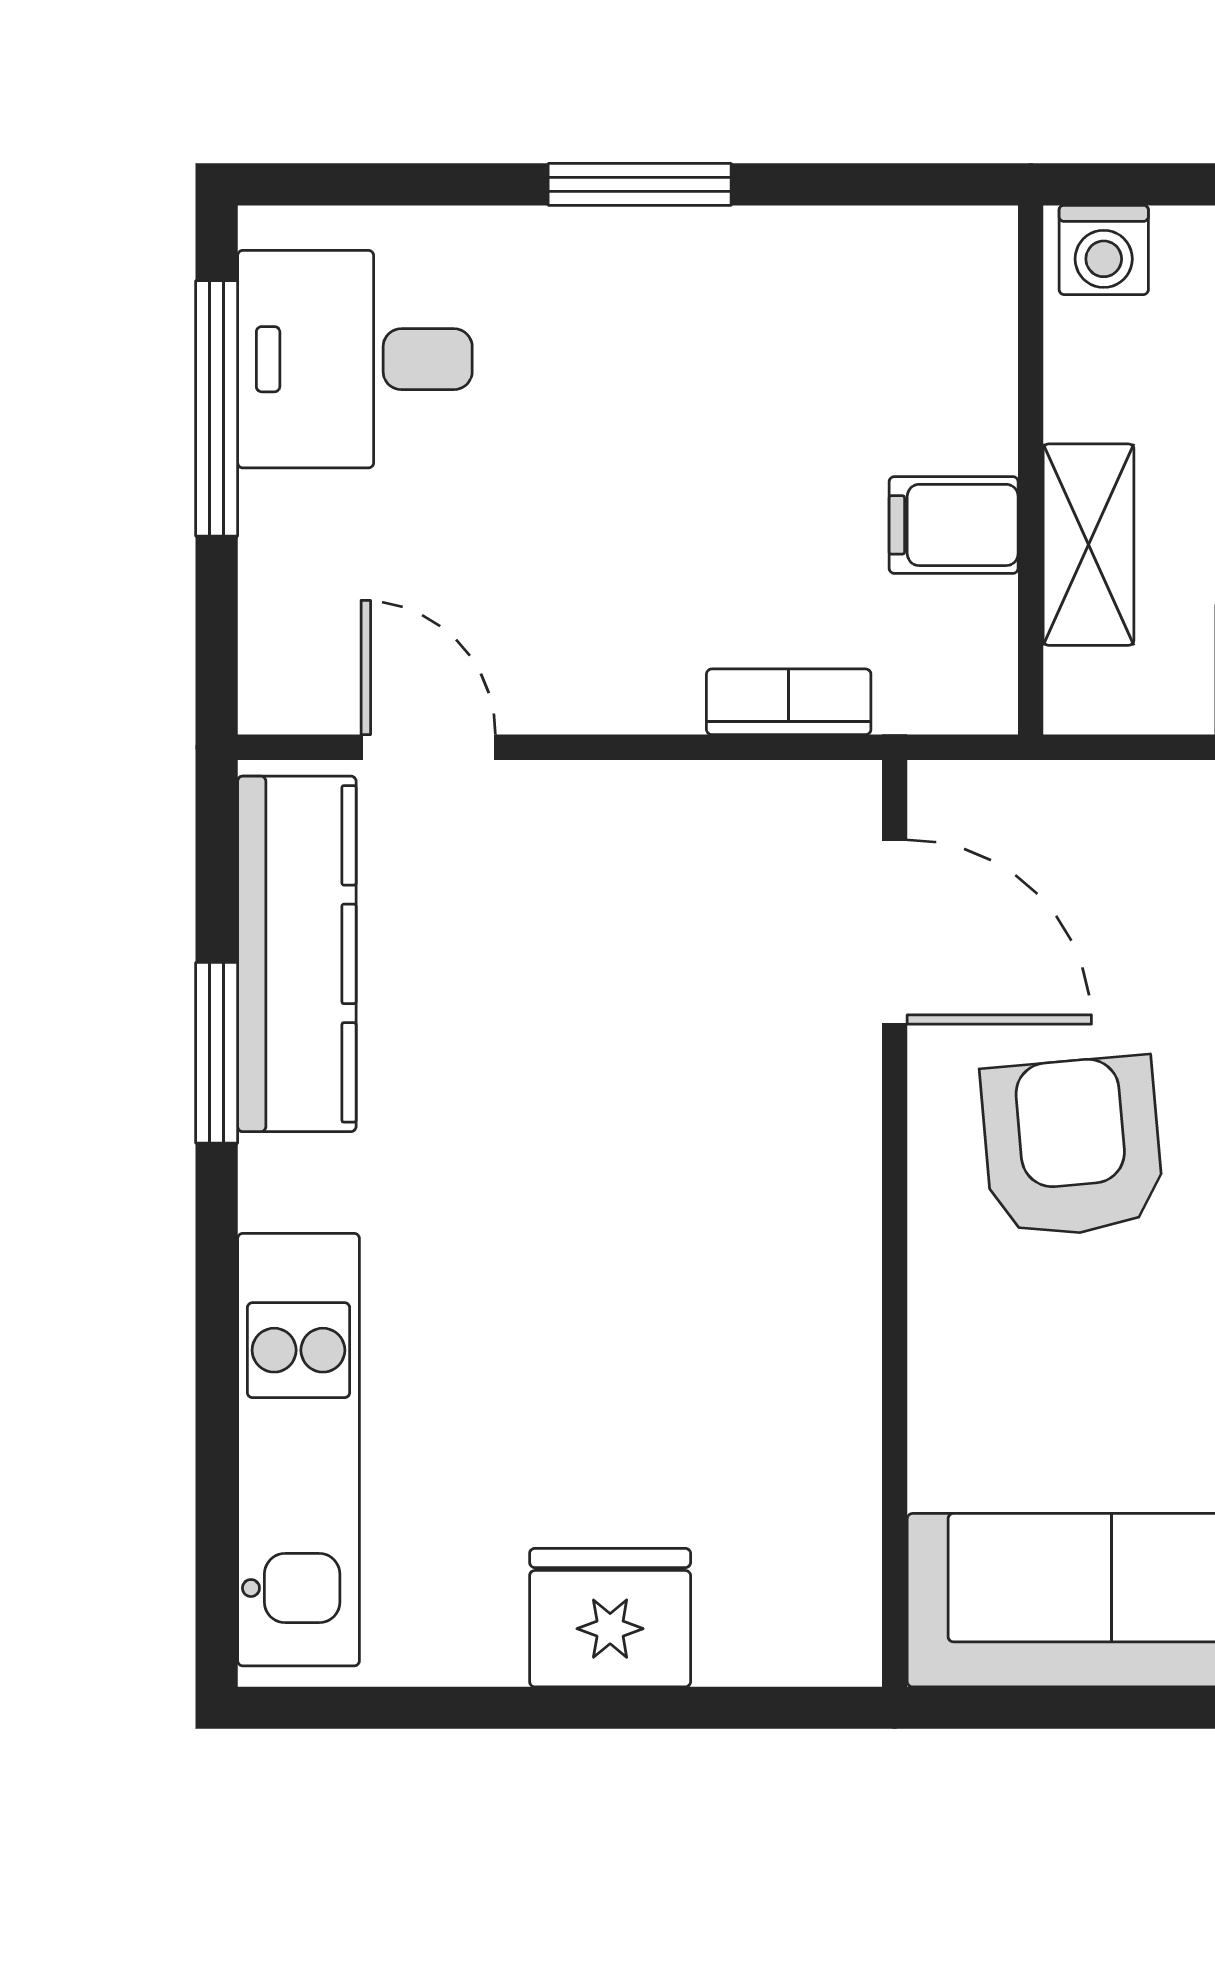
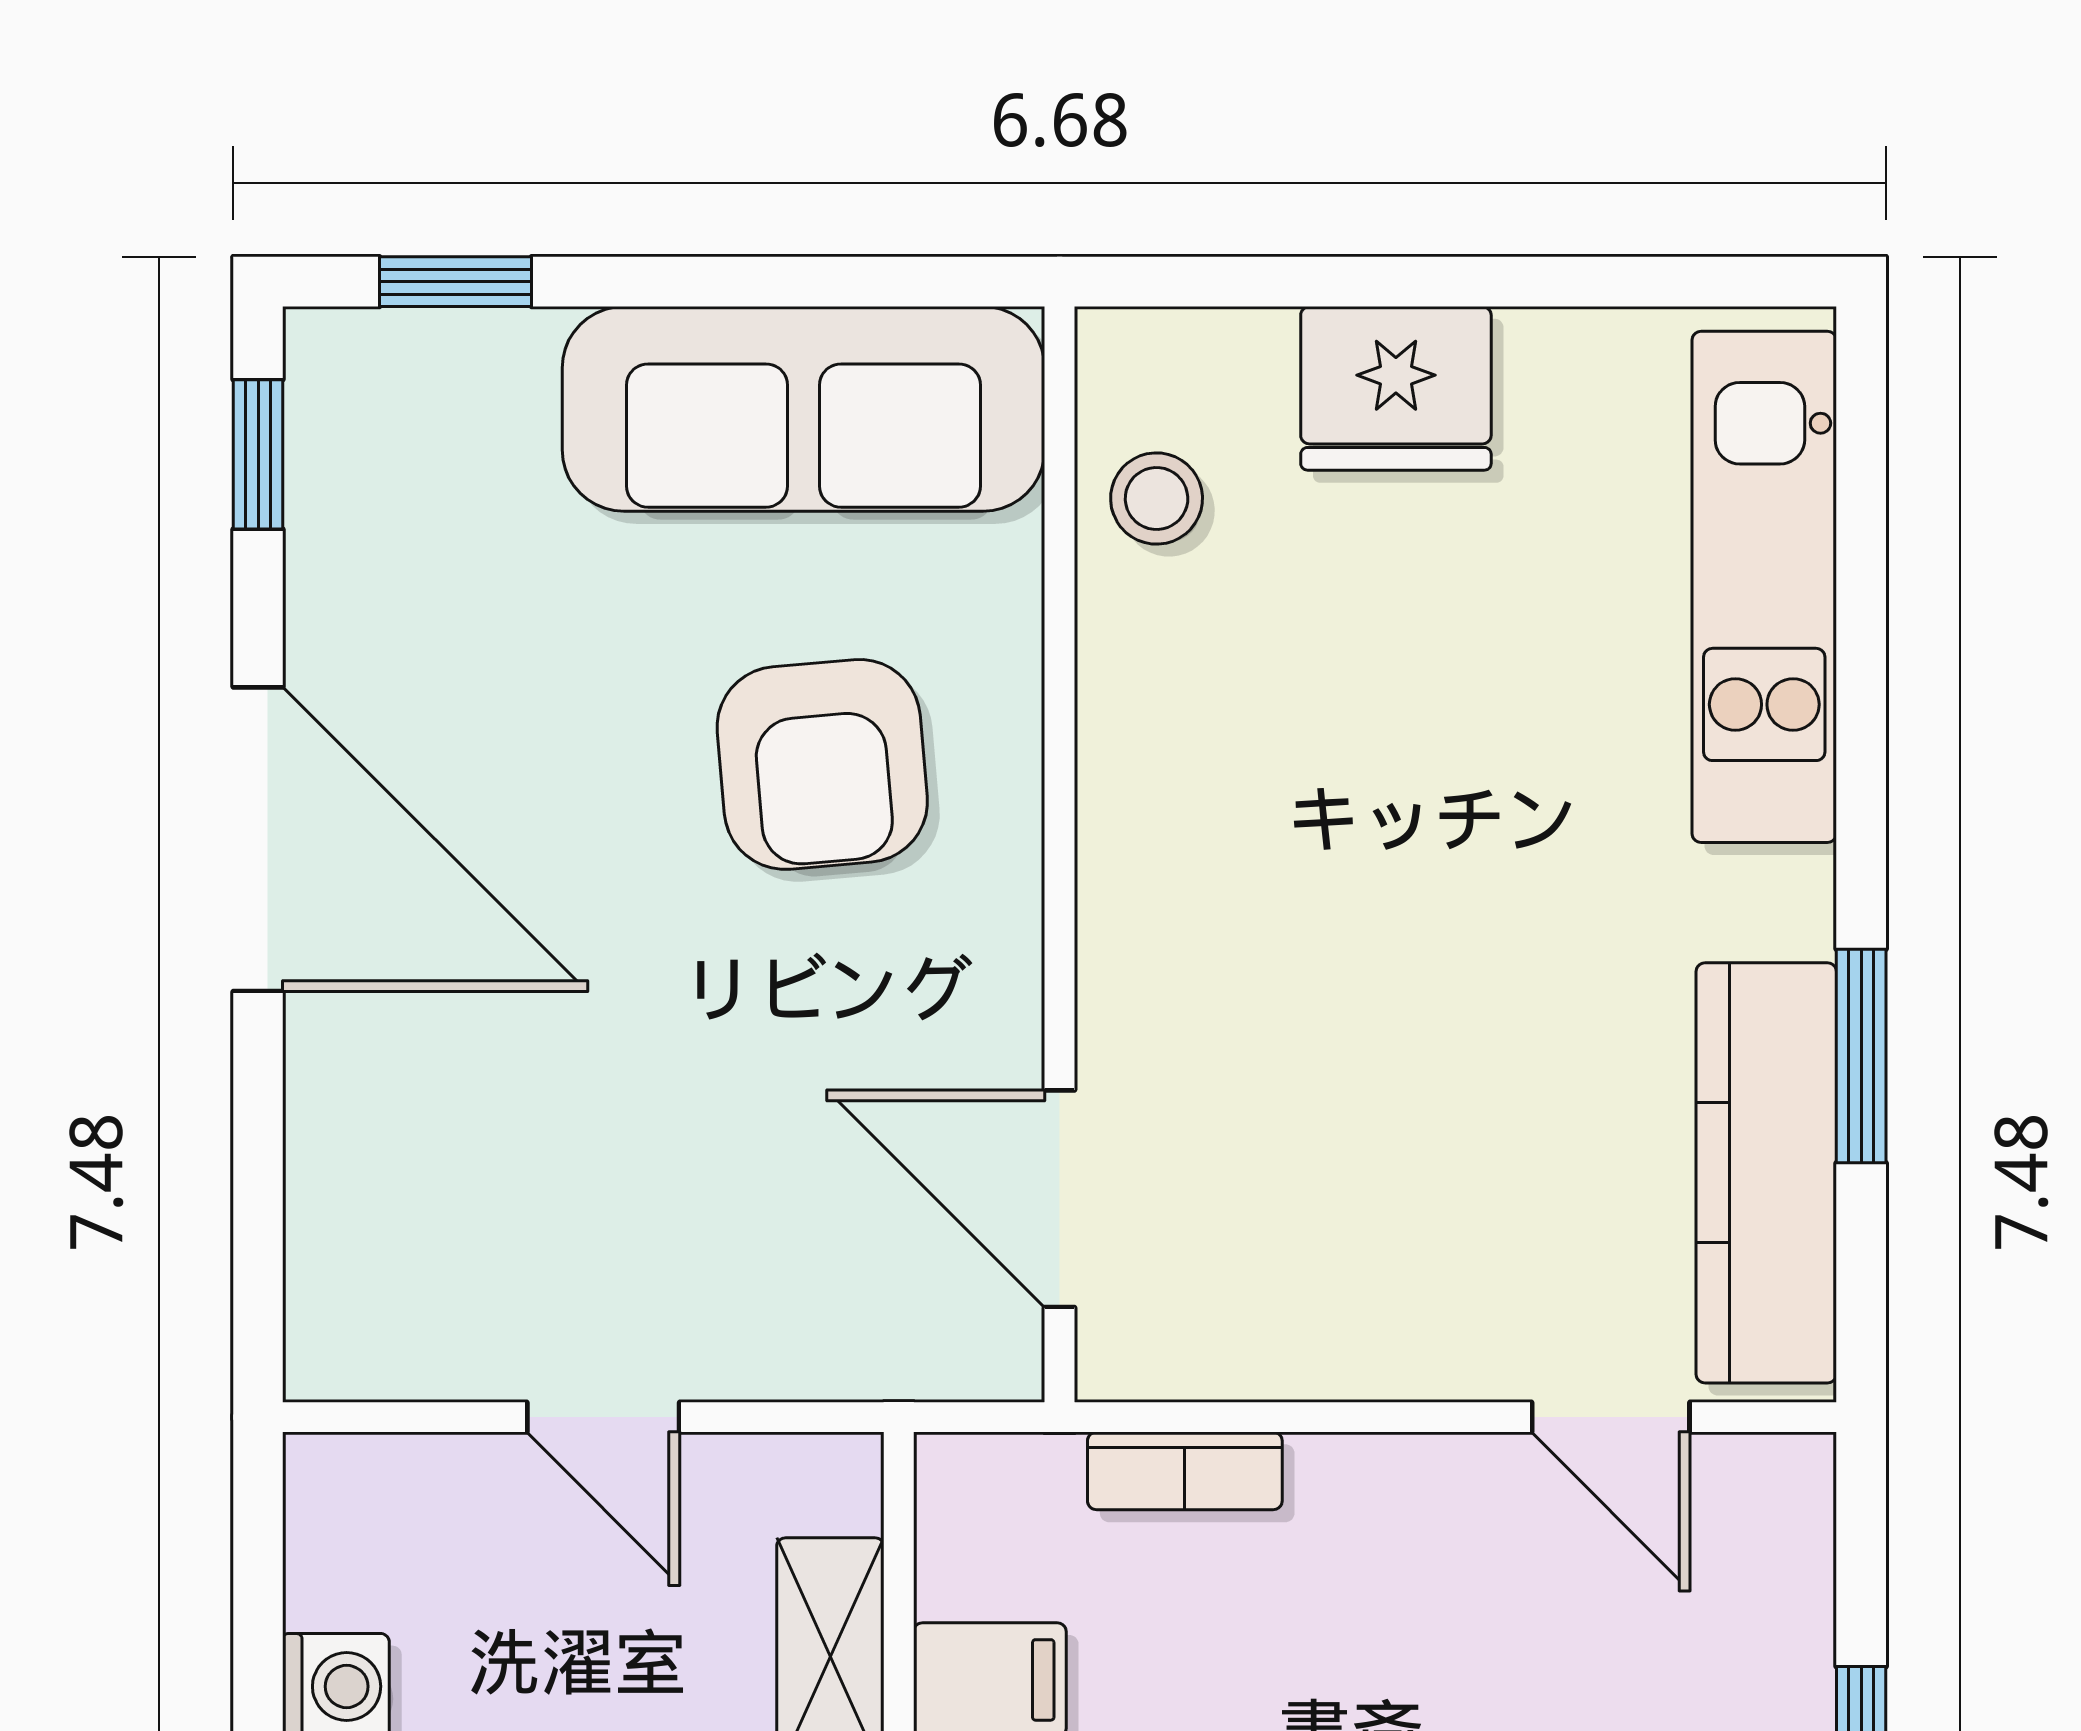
armchair: (1072, 1147) -> (822, 764), moved
stool: (813, 1524) -> (1157, 498), added

